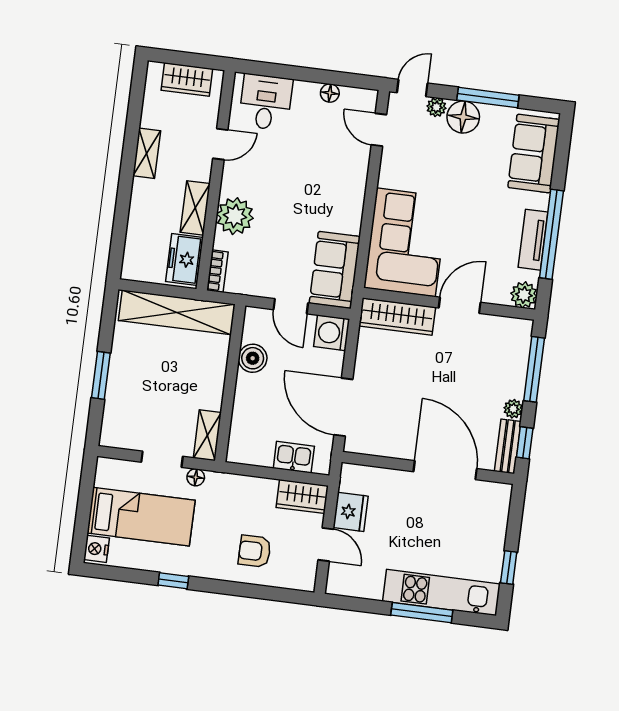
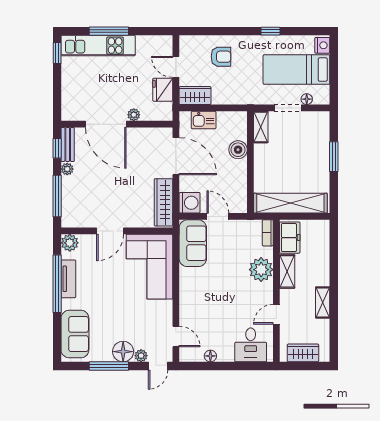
wardrobe: (397, 317) -> (164, 202), moved, turned -90
boiler: (253, 358) -> (238, 150), moved
floor lamp: (196, 477) -> (307, 99), moved
plant: (400, 479) -> (134, 115), added
window: (509, 567) -> (57, 53), moved

